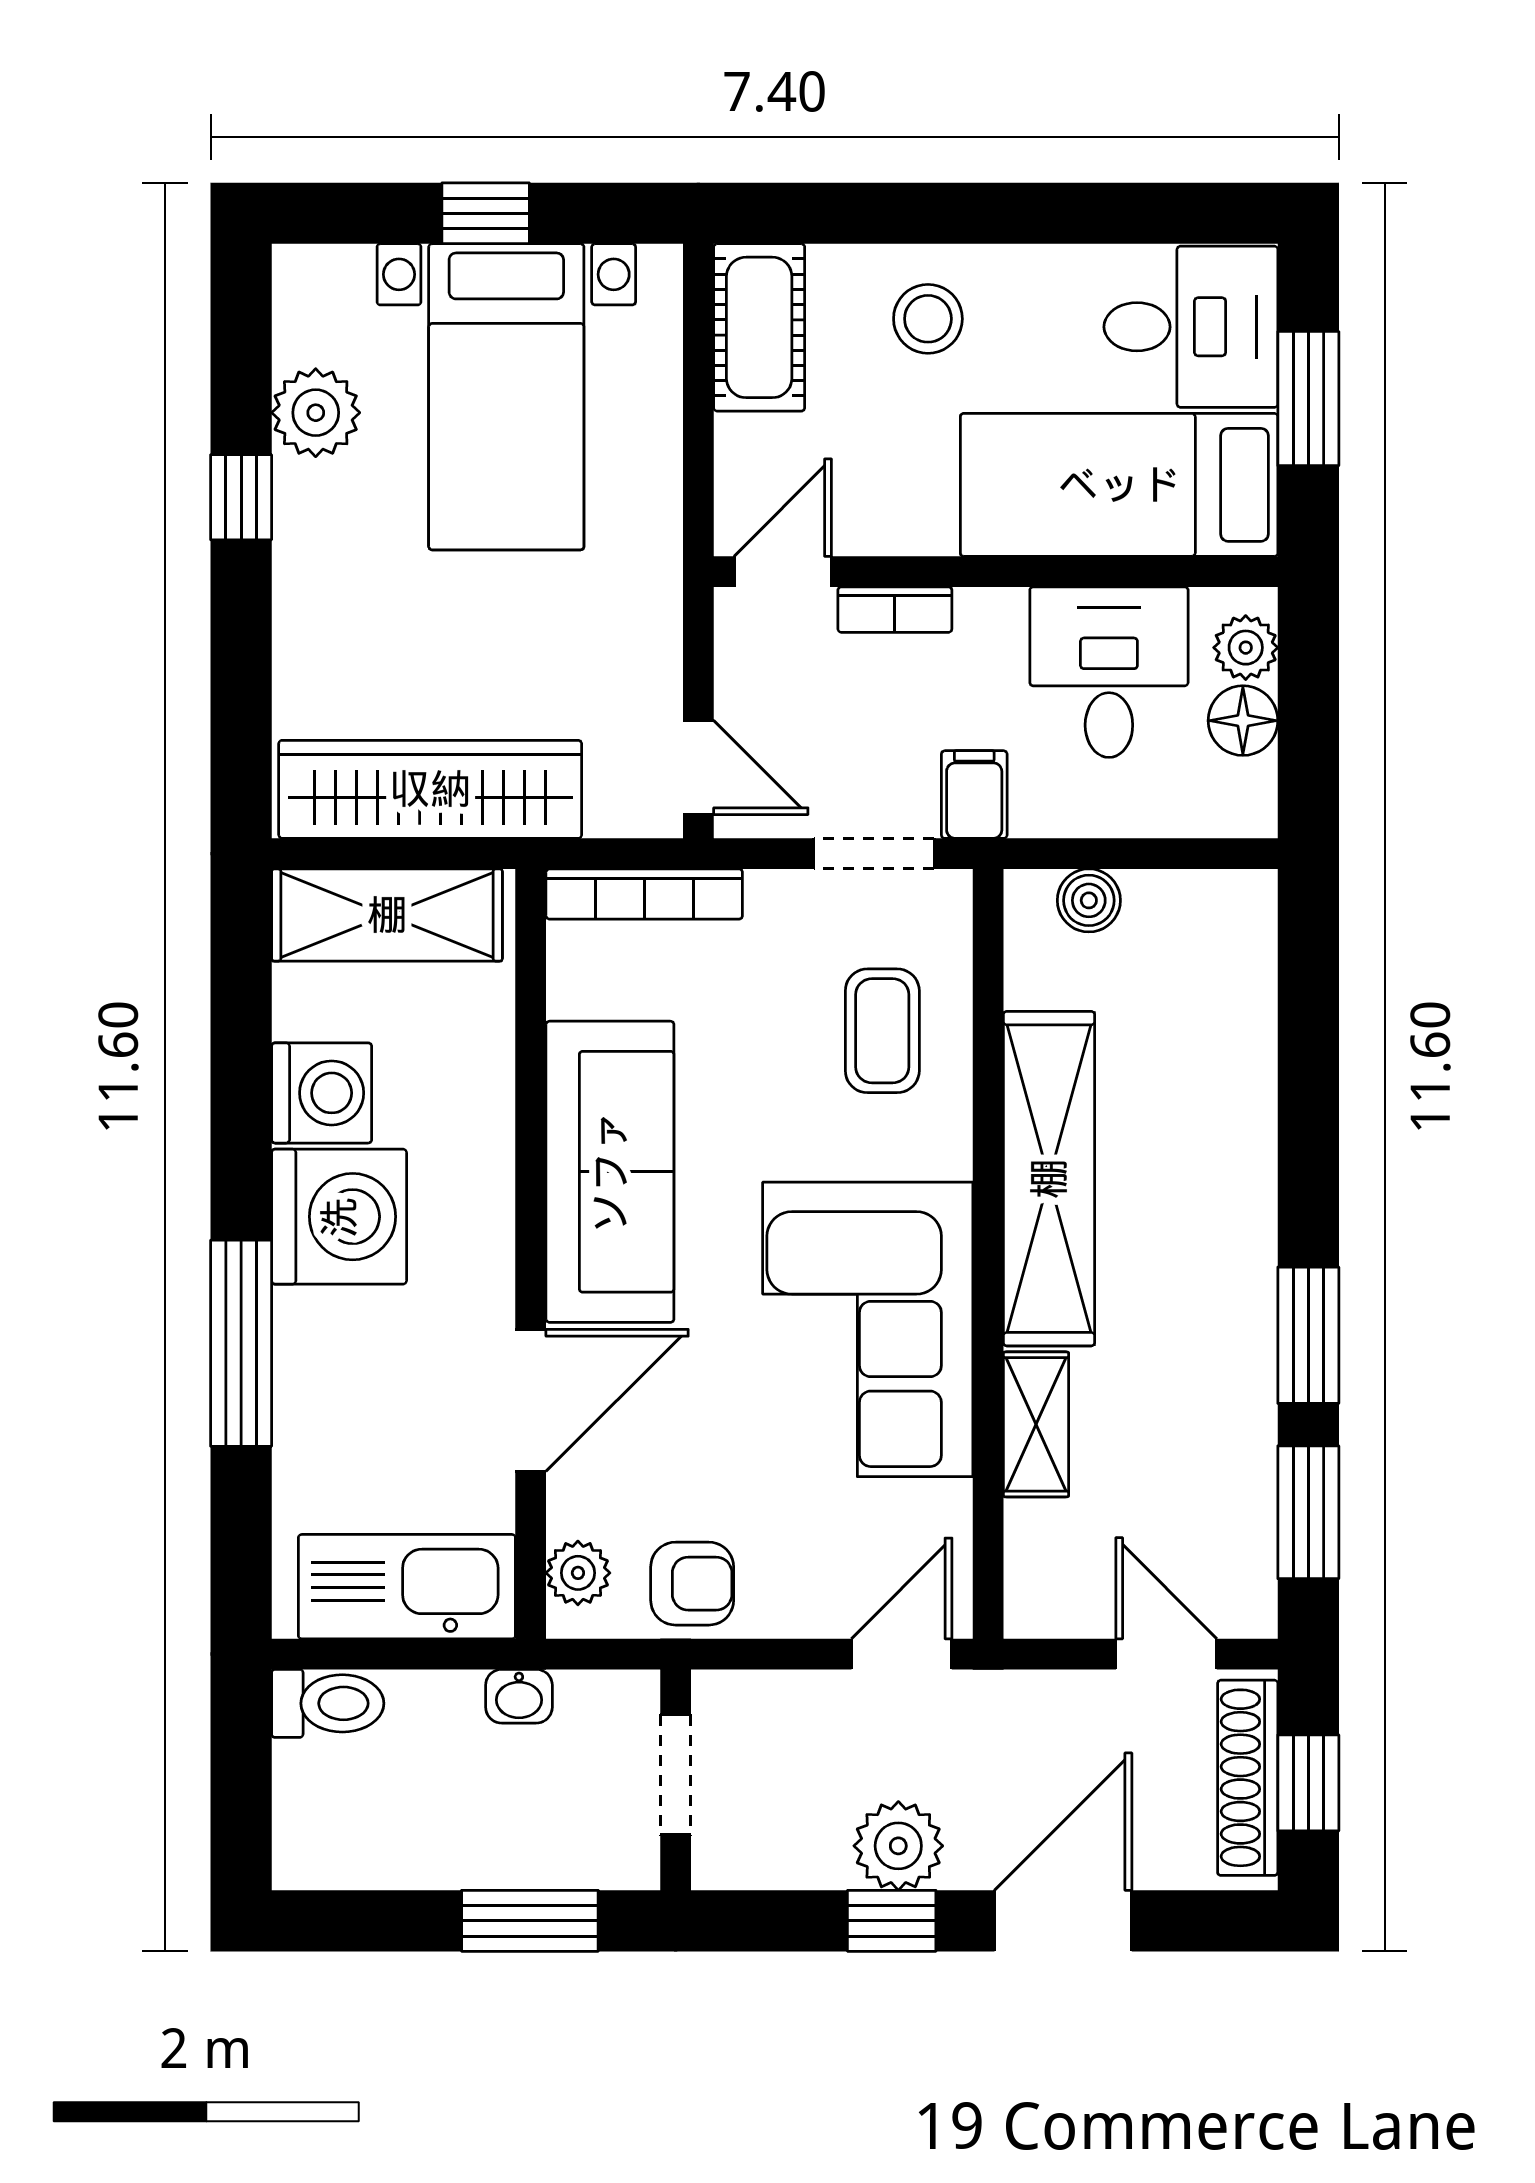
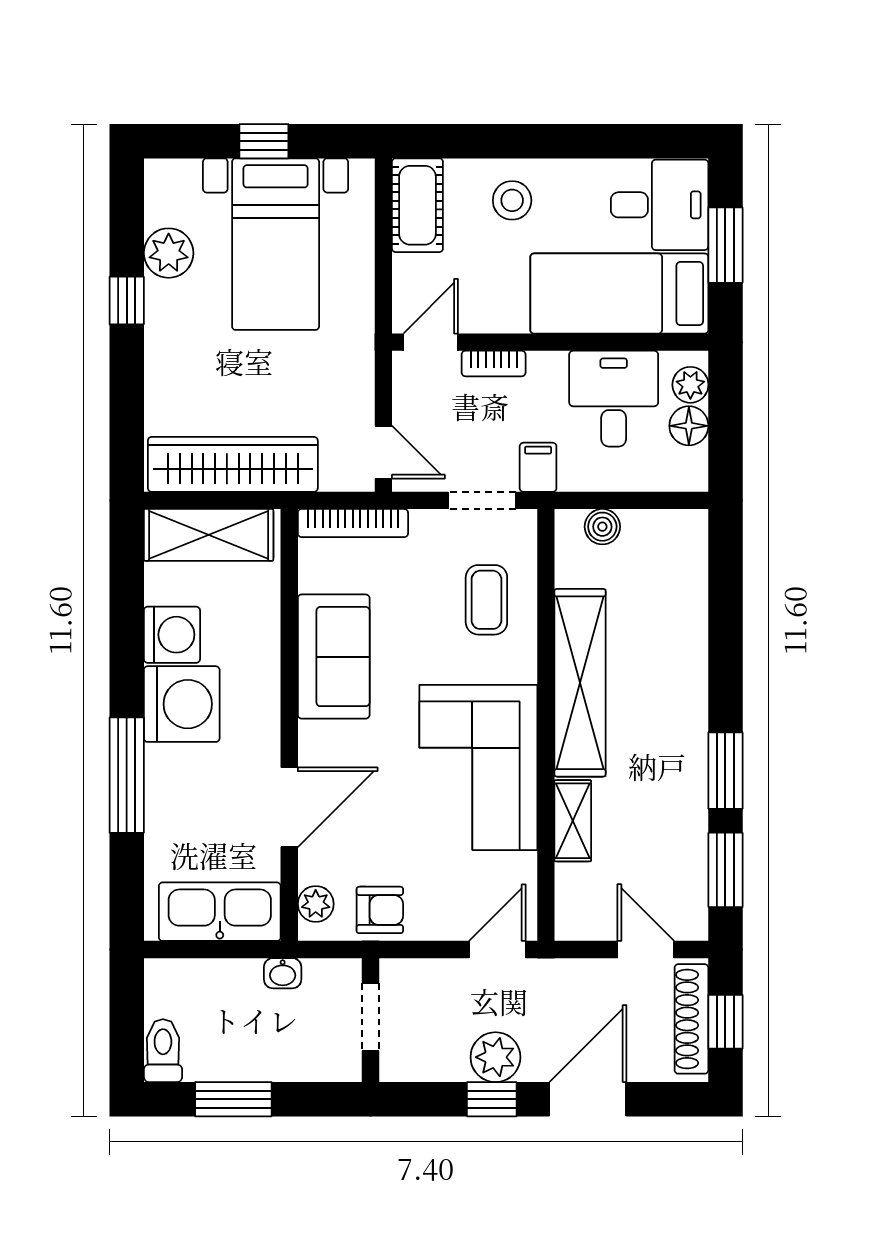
sofa: (610, 1172) -> (334, 657), width x0.73
toilet: (328, 1703) -> (163, 1051), moved, turned -90
window: (530, 1921) -> (233, 1099), moved

